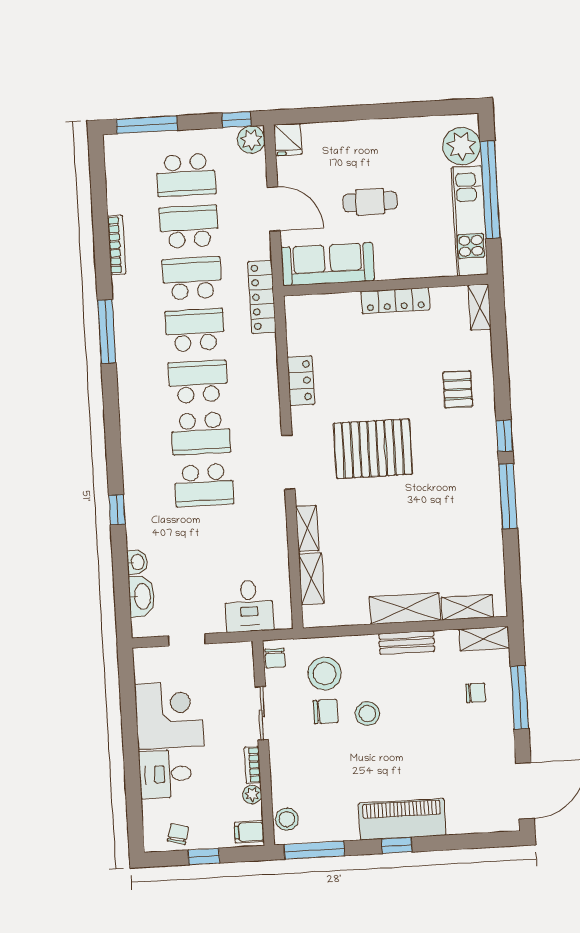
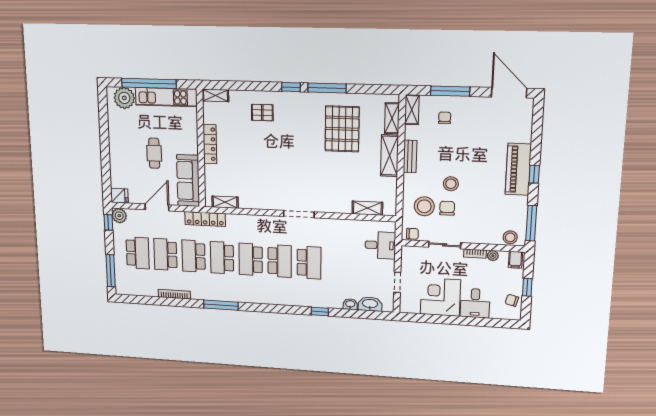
locker: (301, 381) -> (253, 202), removed
pallet: (373, 449) -> (342, 129), moved
shelving: (307, 529) -> (225, 202), moved

